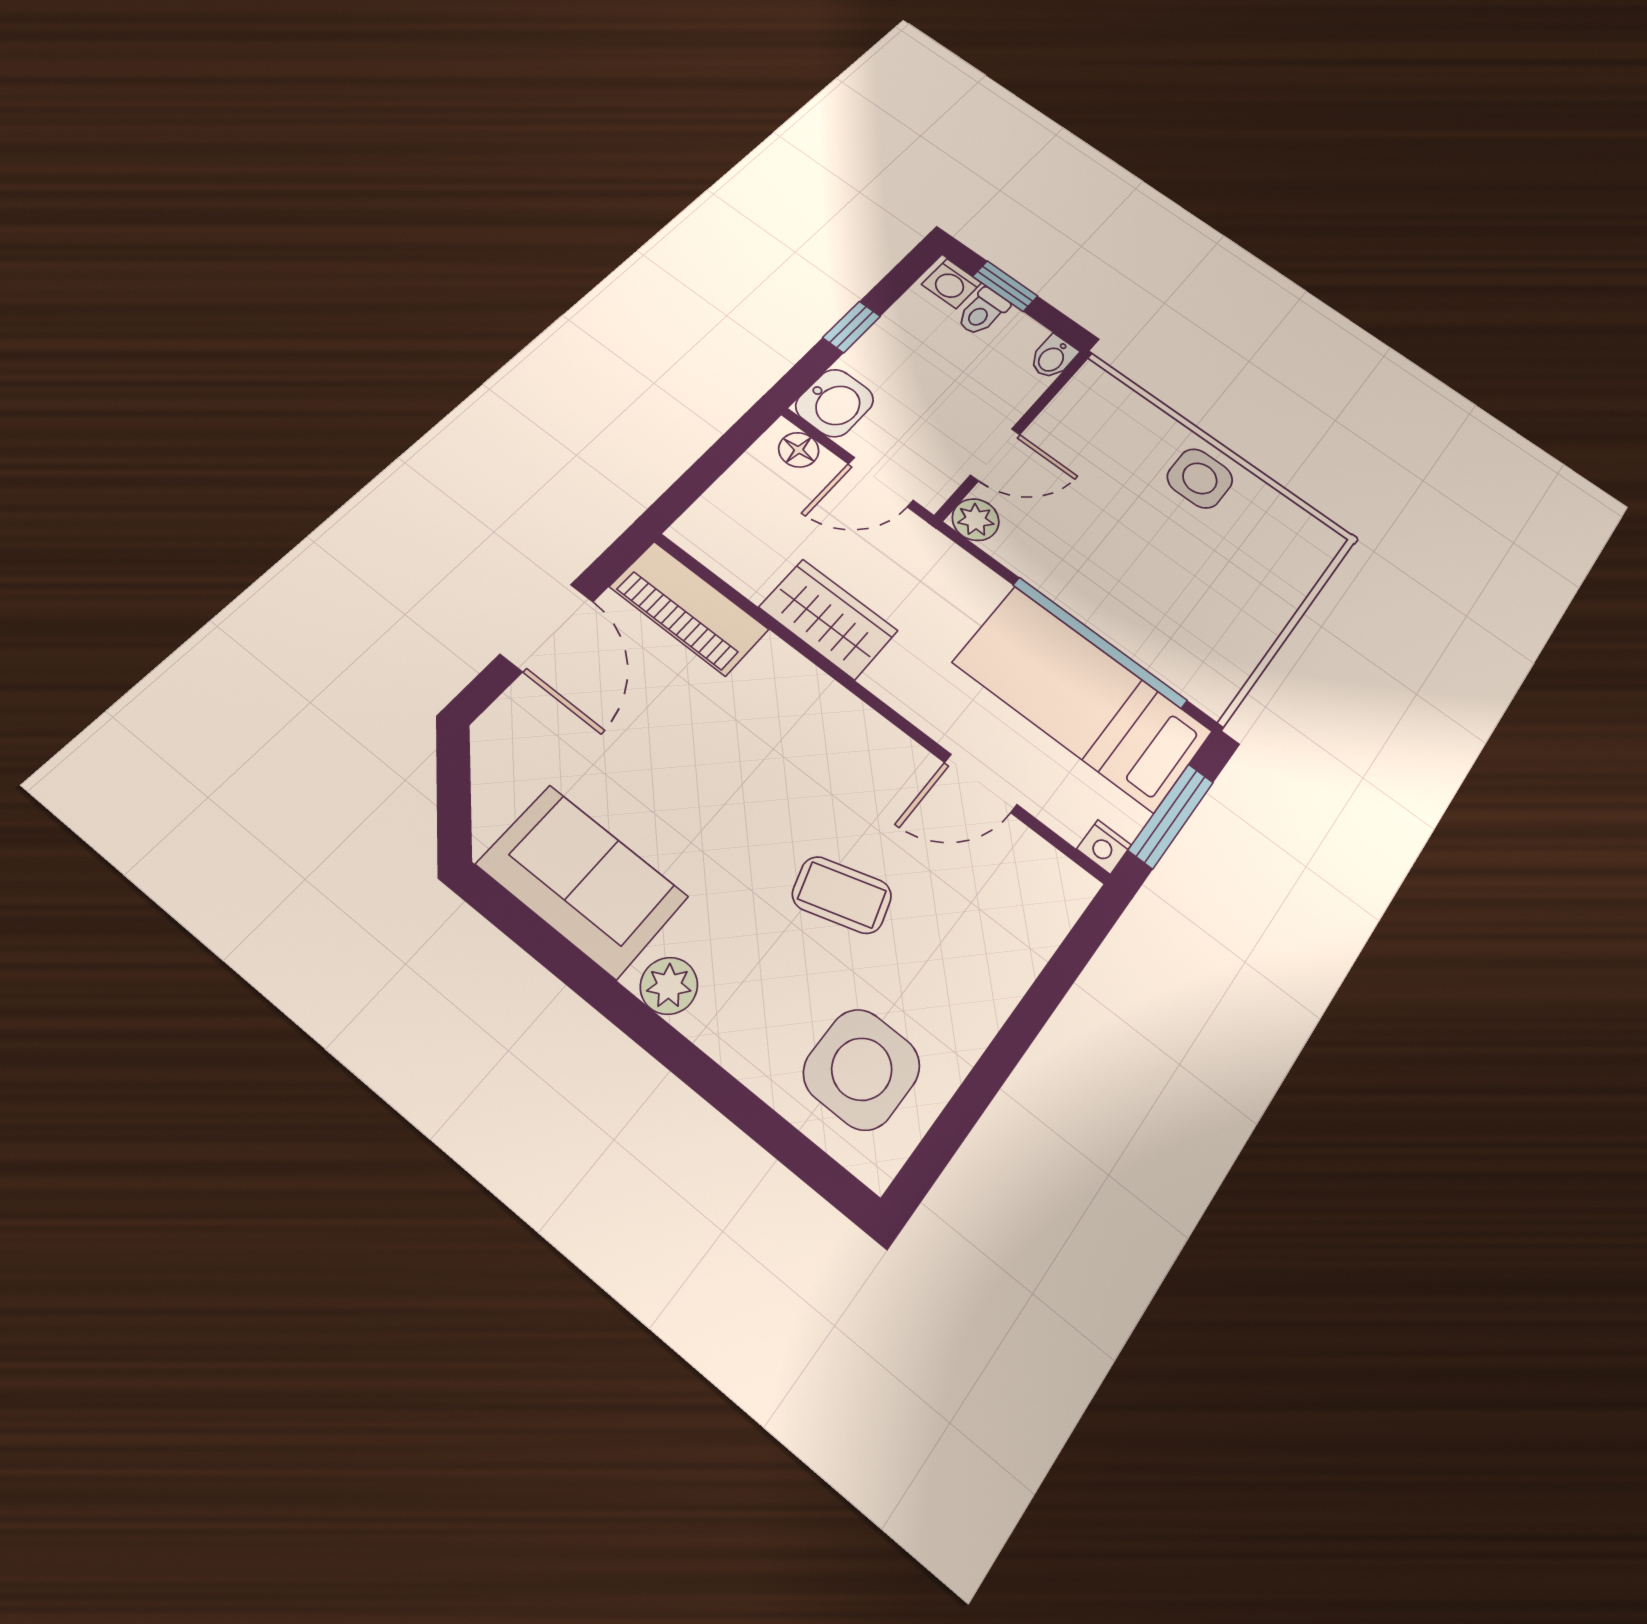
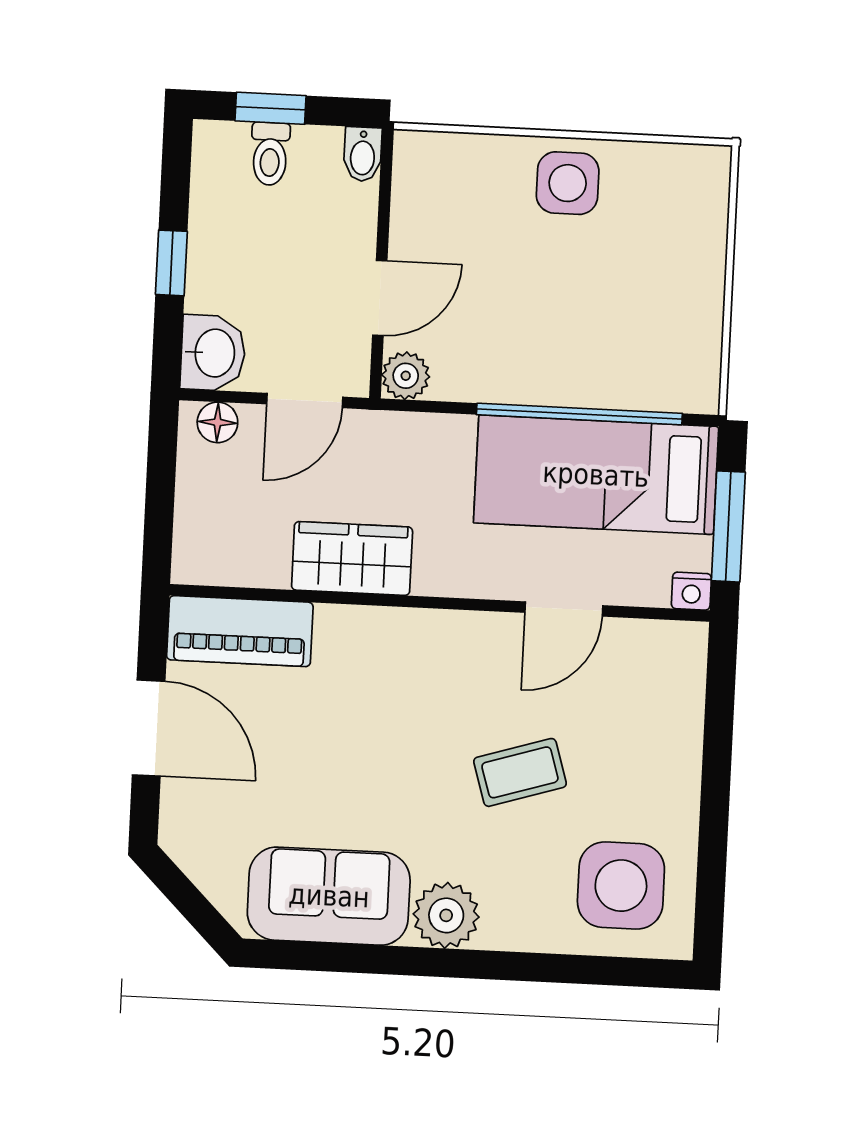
washing machine: (952, 284) -> (223, 144), removed
plant: (669, 986) -> (446, 915), width x1.38, depth x1.38

